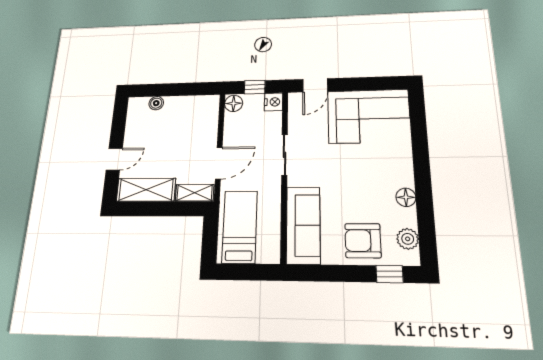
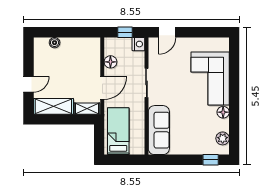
floor lamp: (234, 103) -> (110, 62), moved
corner sofa: (369, 116) -> (210, 79), moved, turned 90
armchair: (363, 241) -> (196, 140), removed

